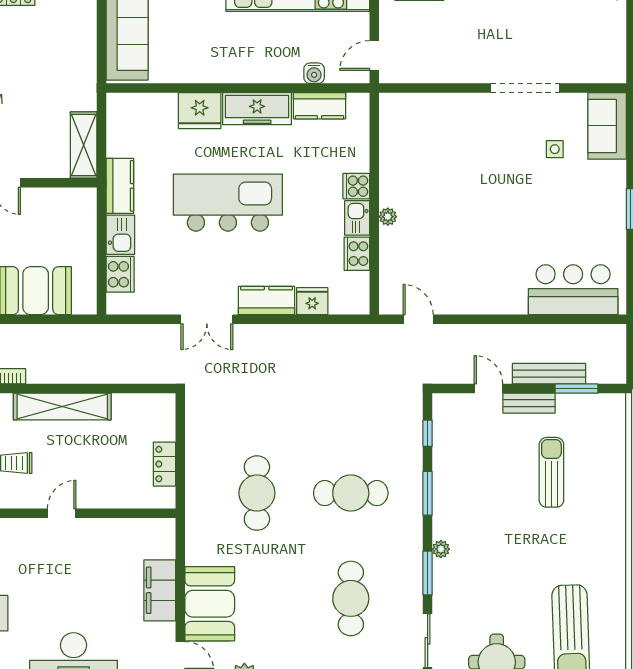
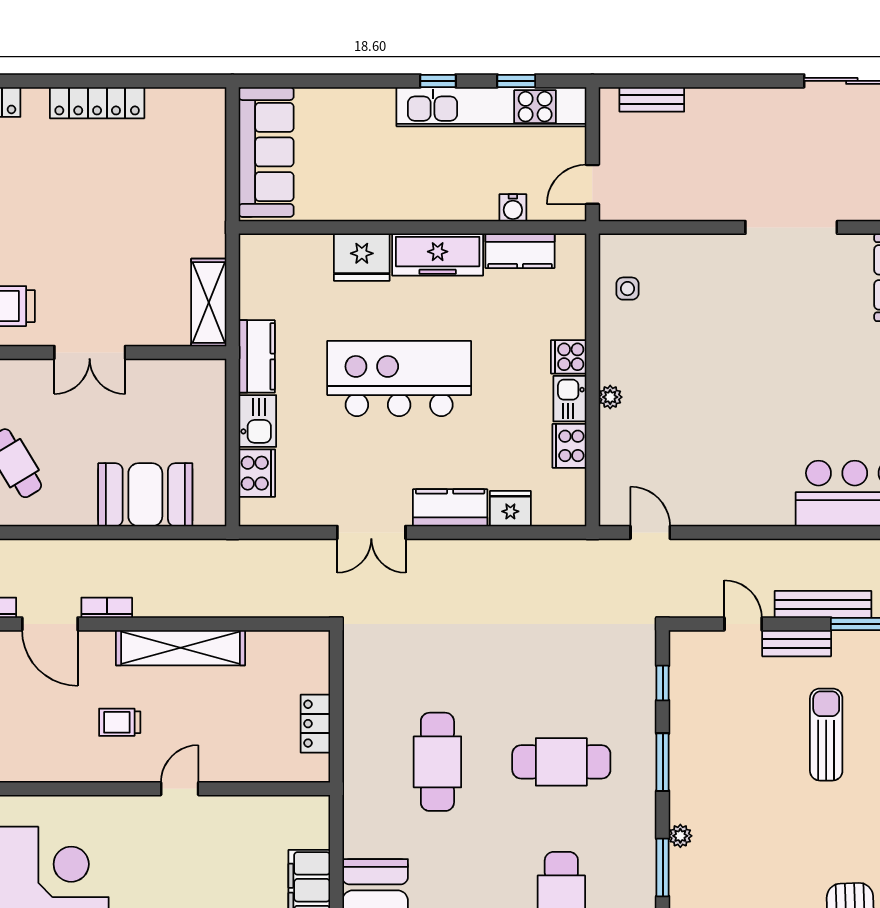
side table: (555, 149) -> (627, 289), moved

